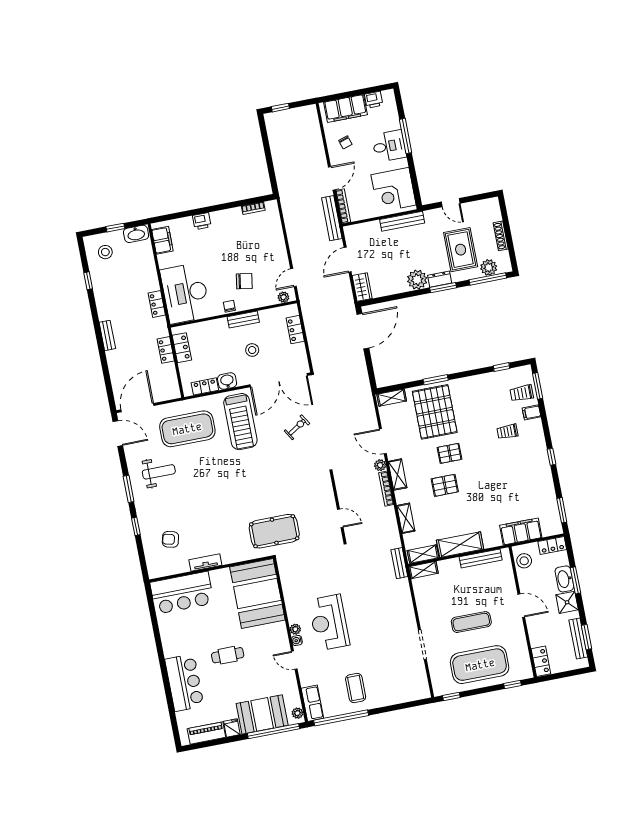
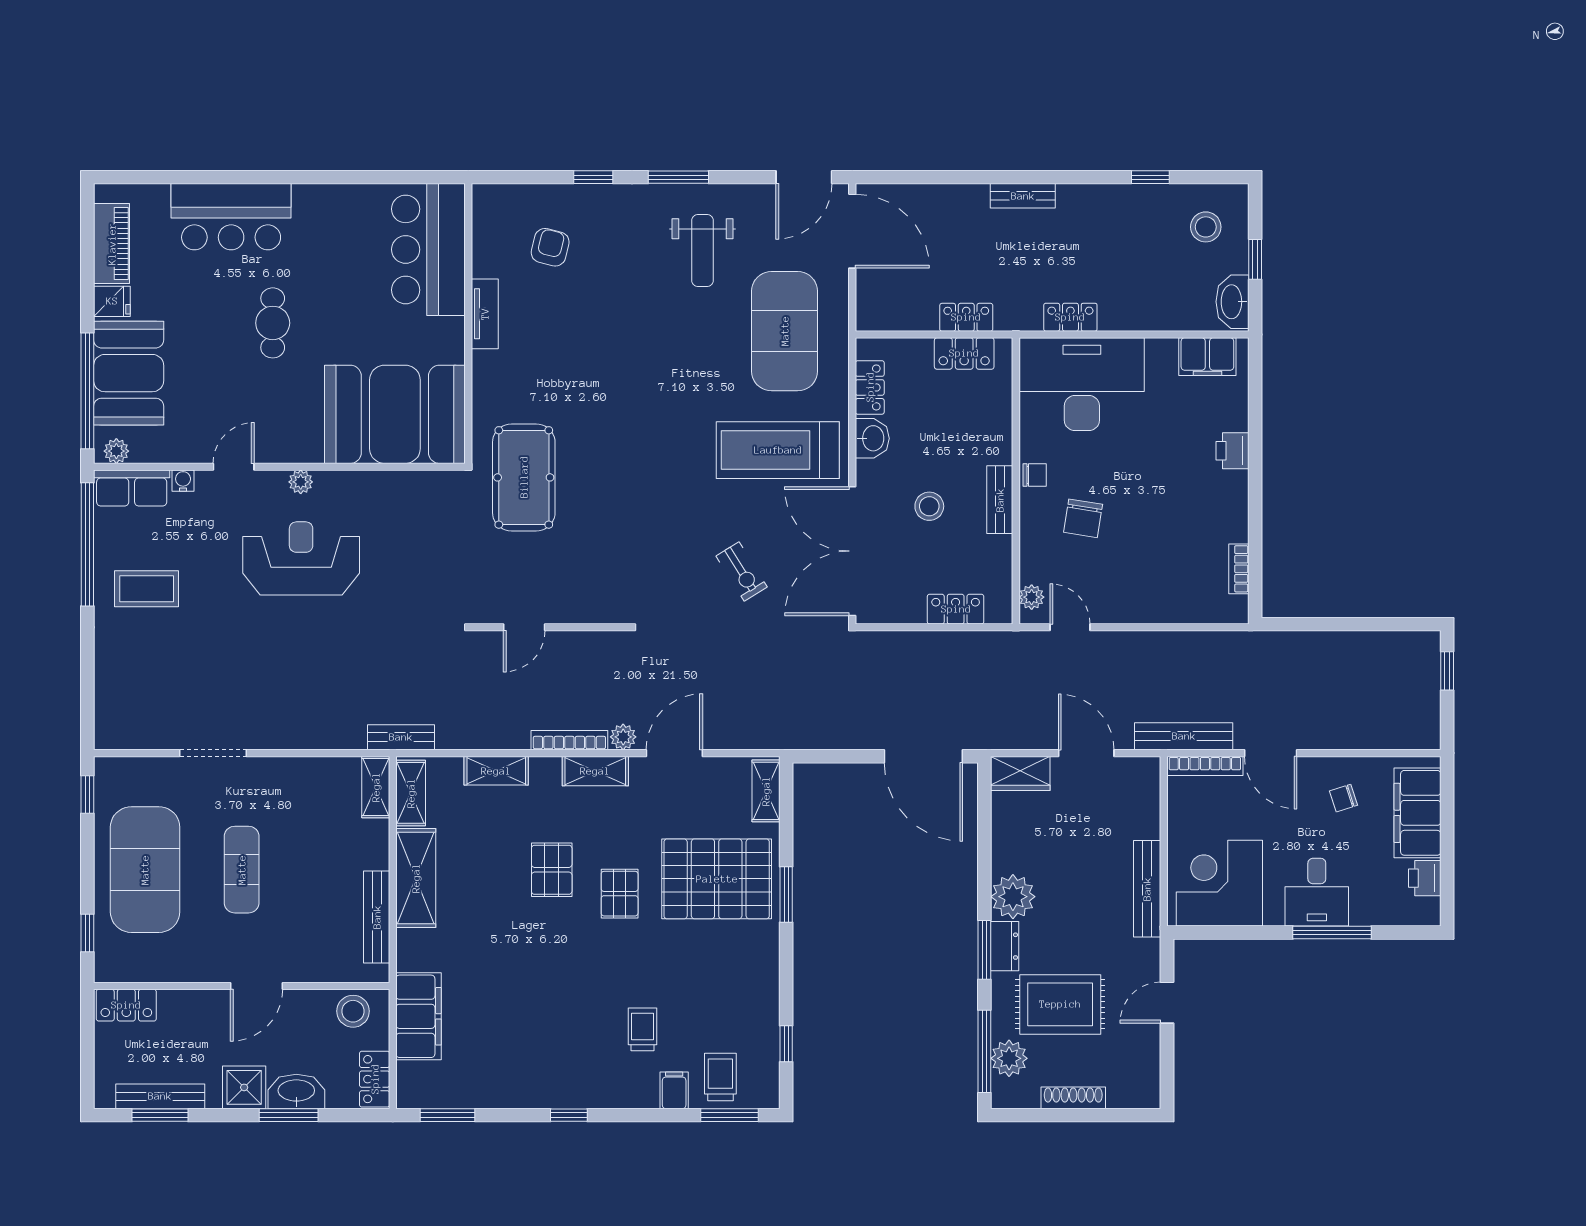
water cooler: (297, 641) -> (183, 481), moved

